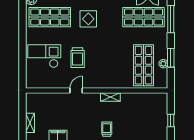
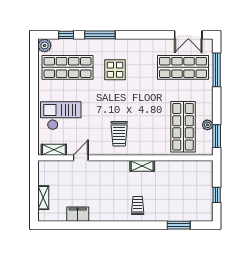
trolley: (78, 58) -> (119, 134), moved
window: (171, 58) -> (217, 136), moved
shelving: (39, 84) -> (54, 150), added
door: (76, 91) -> (81, 158), moved

